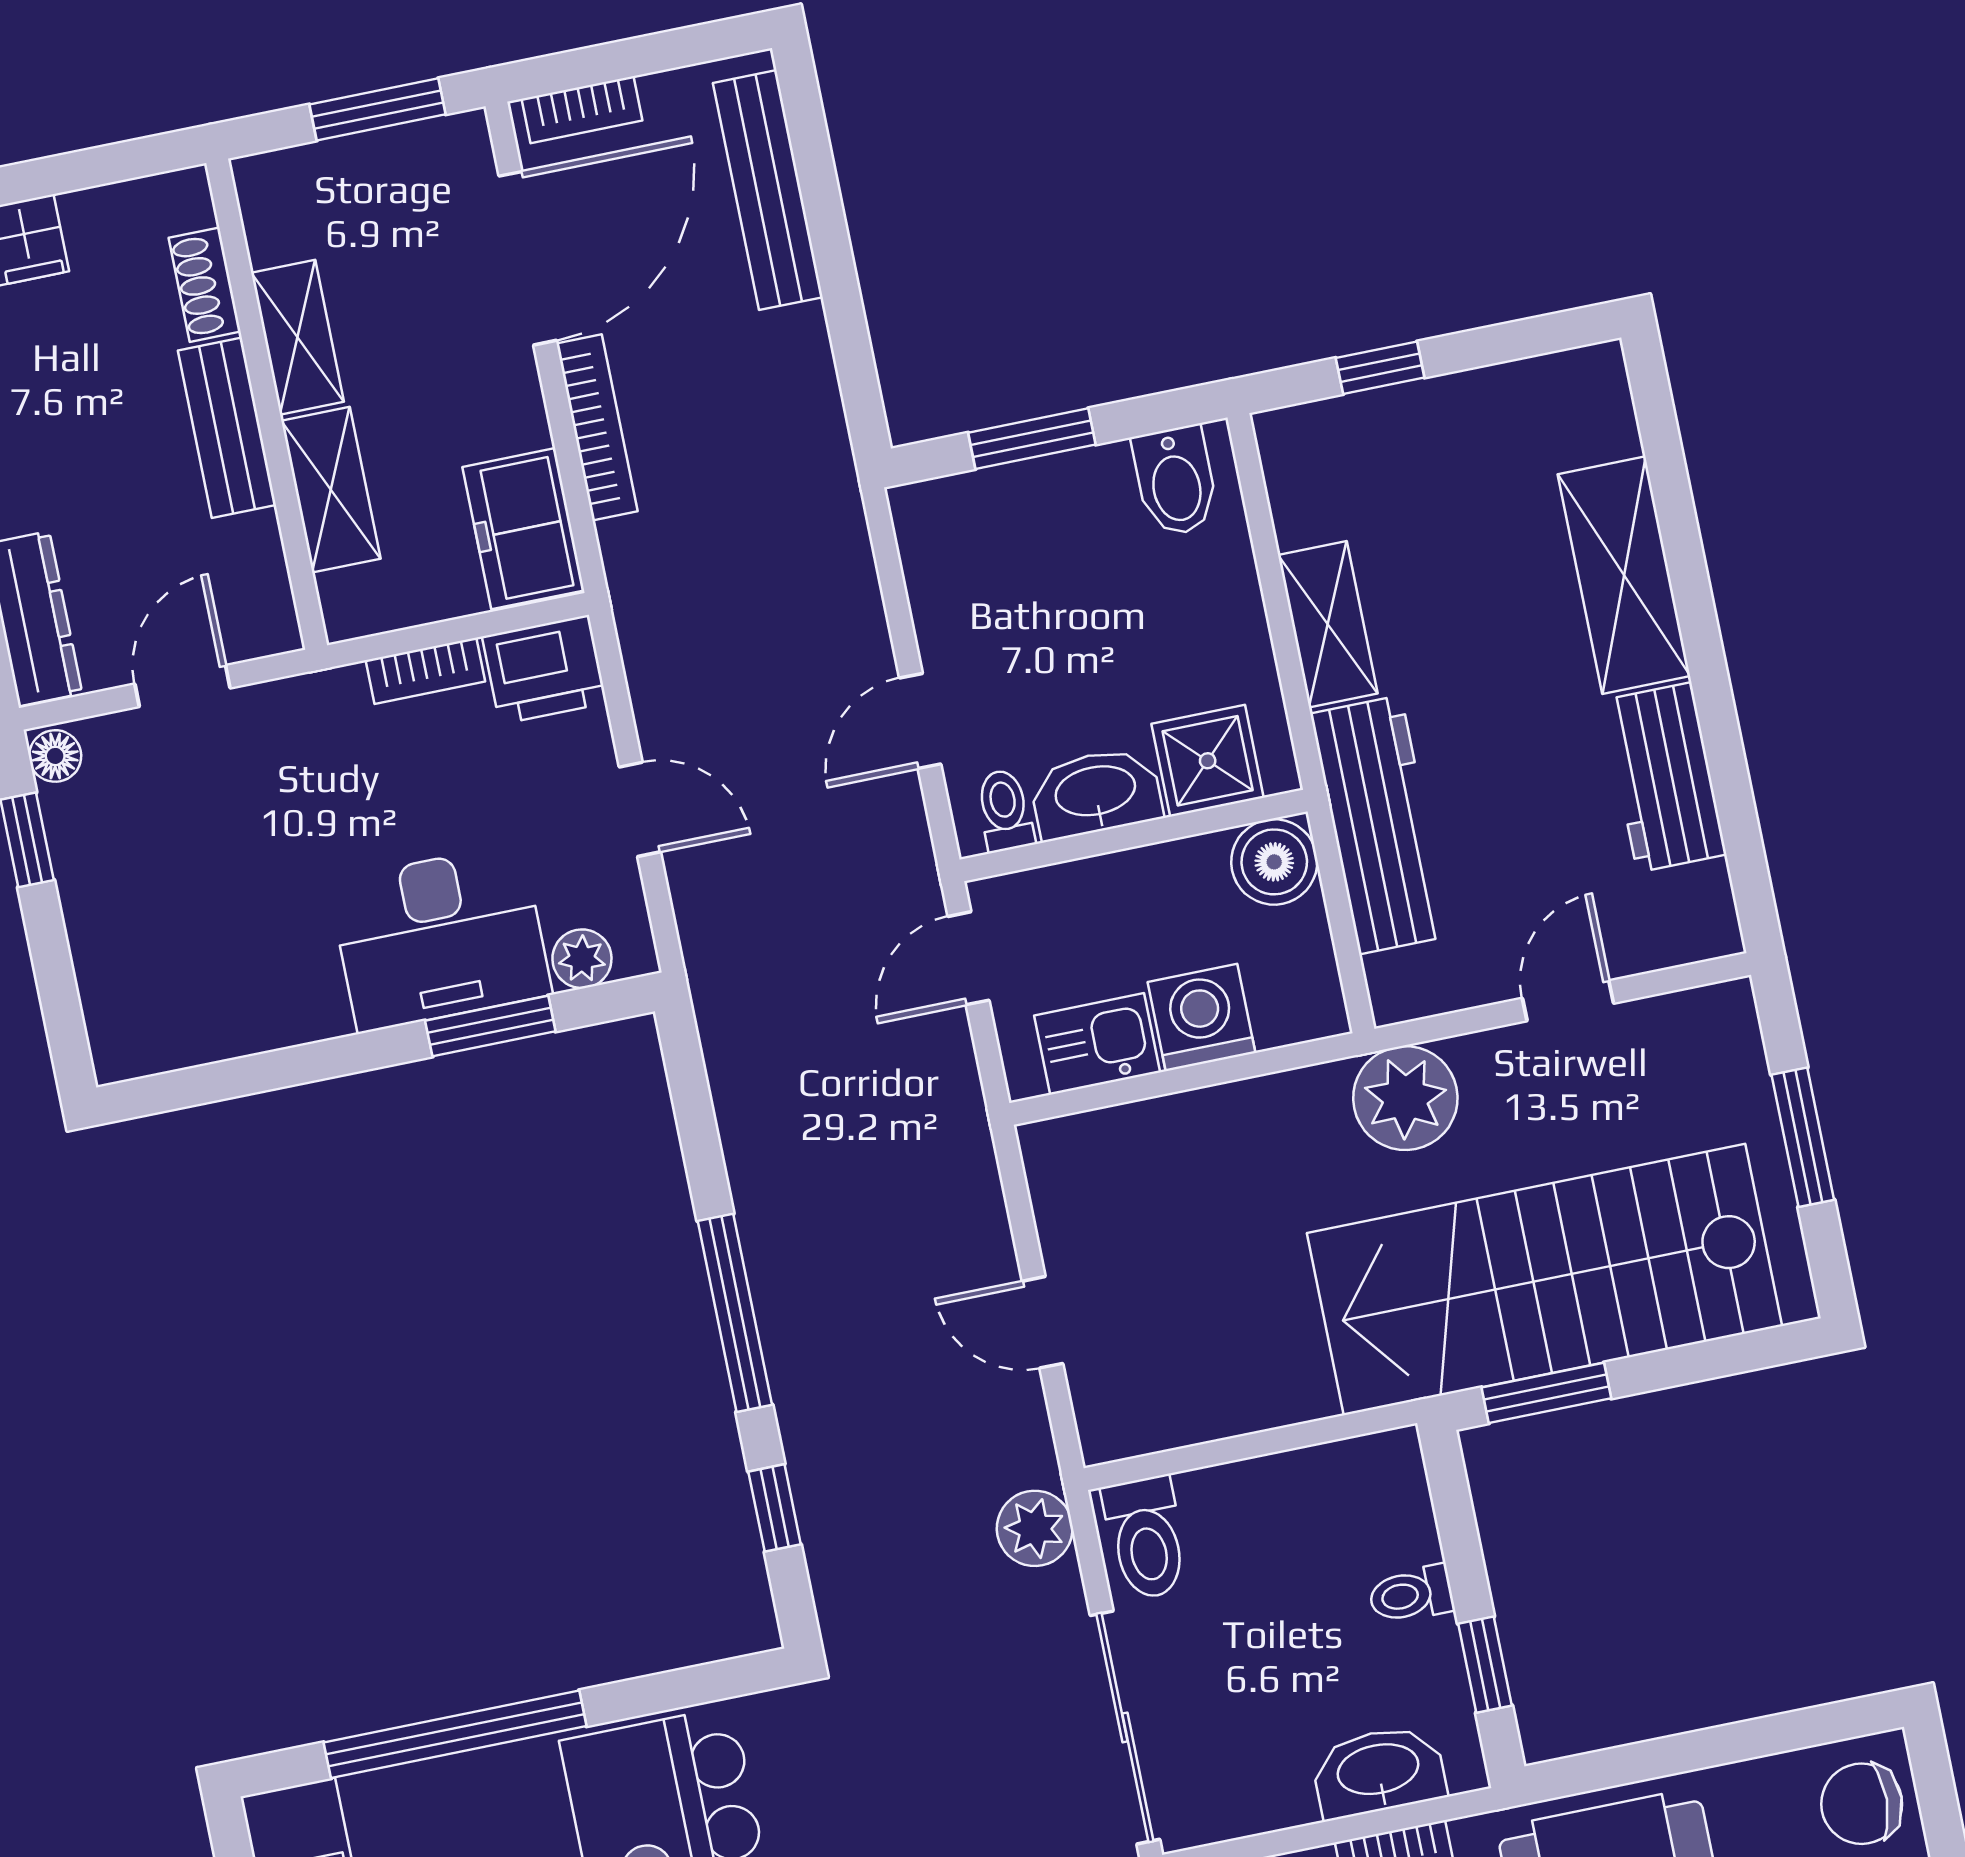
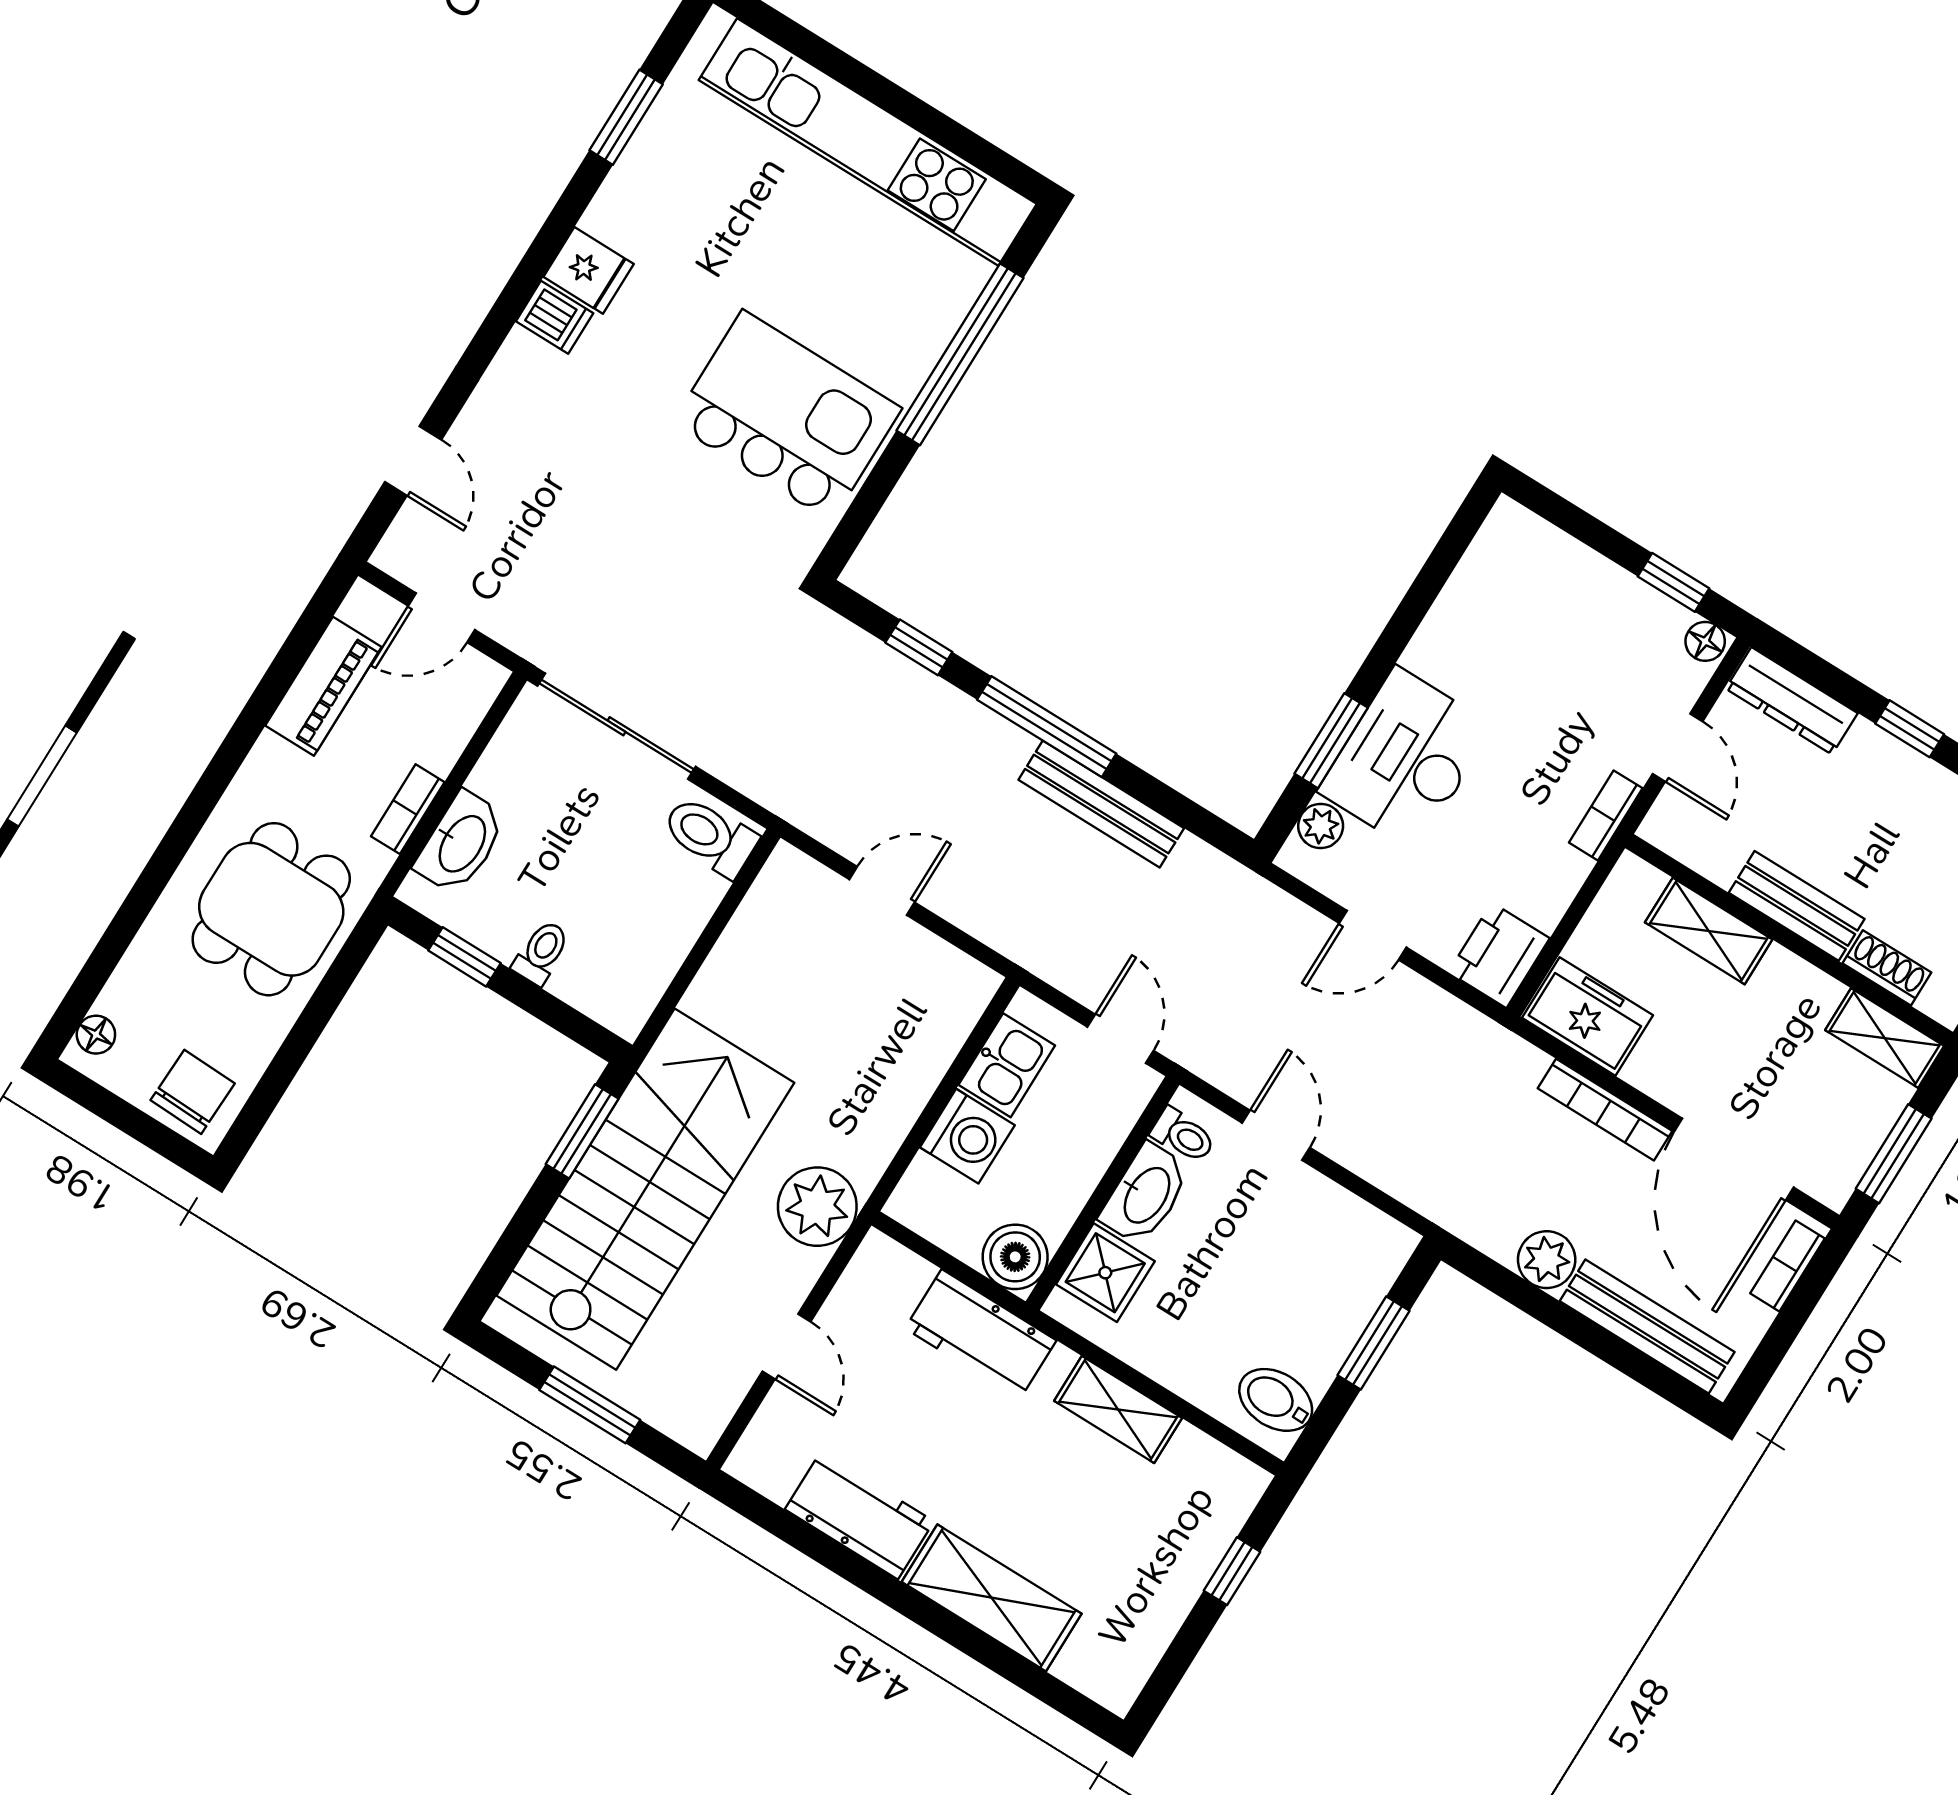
shelving: (298, 337) -> (1885, 1038), moved
bookcase: (425, 671) -> (1606, 815), moved
workbench: (1380, 825) -> (981, 1334), width x0.73
bench: (760, 1190) -> (1101, 804), added
plant: (1035, 1528) -> (1547, 1260), moved

